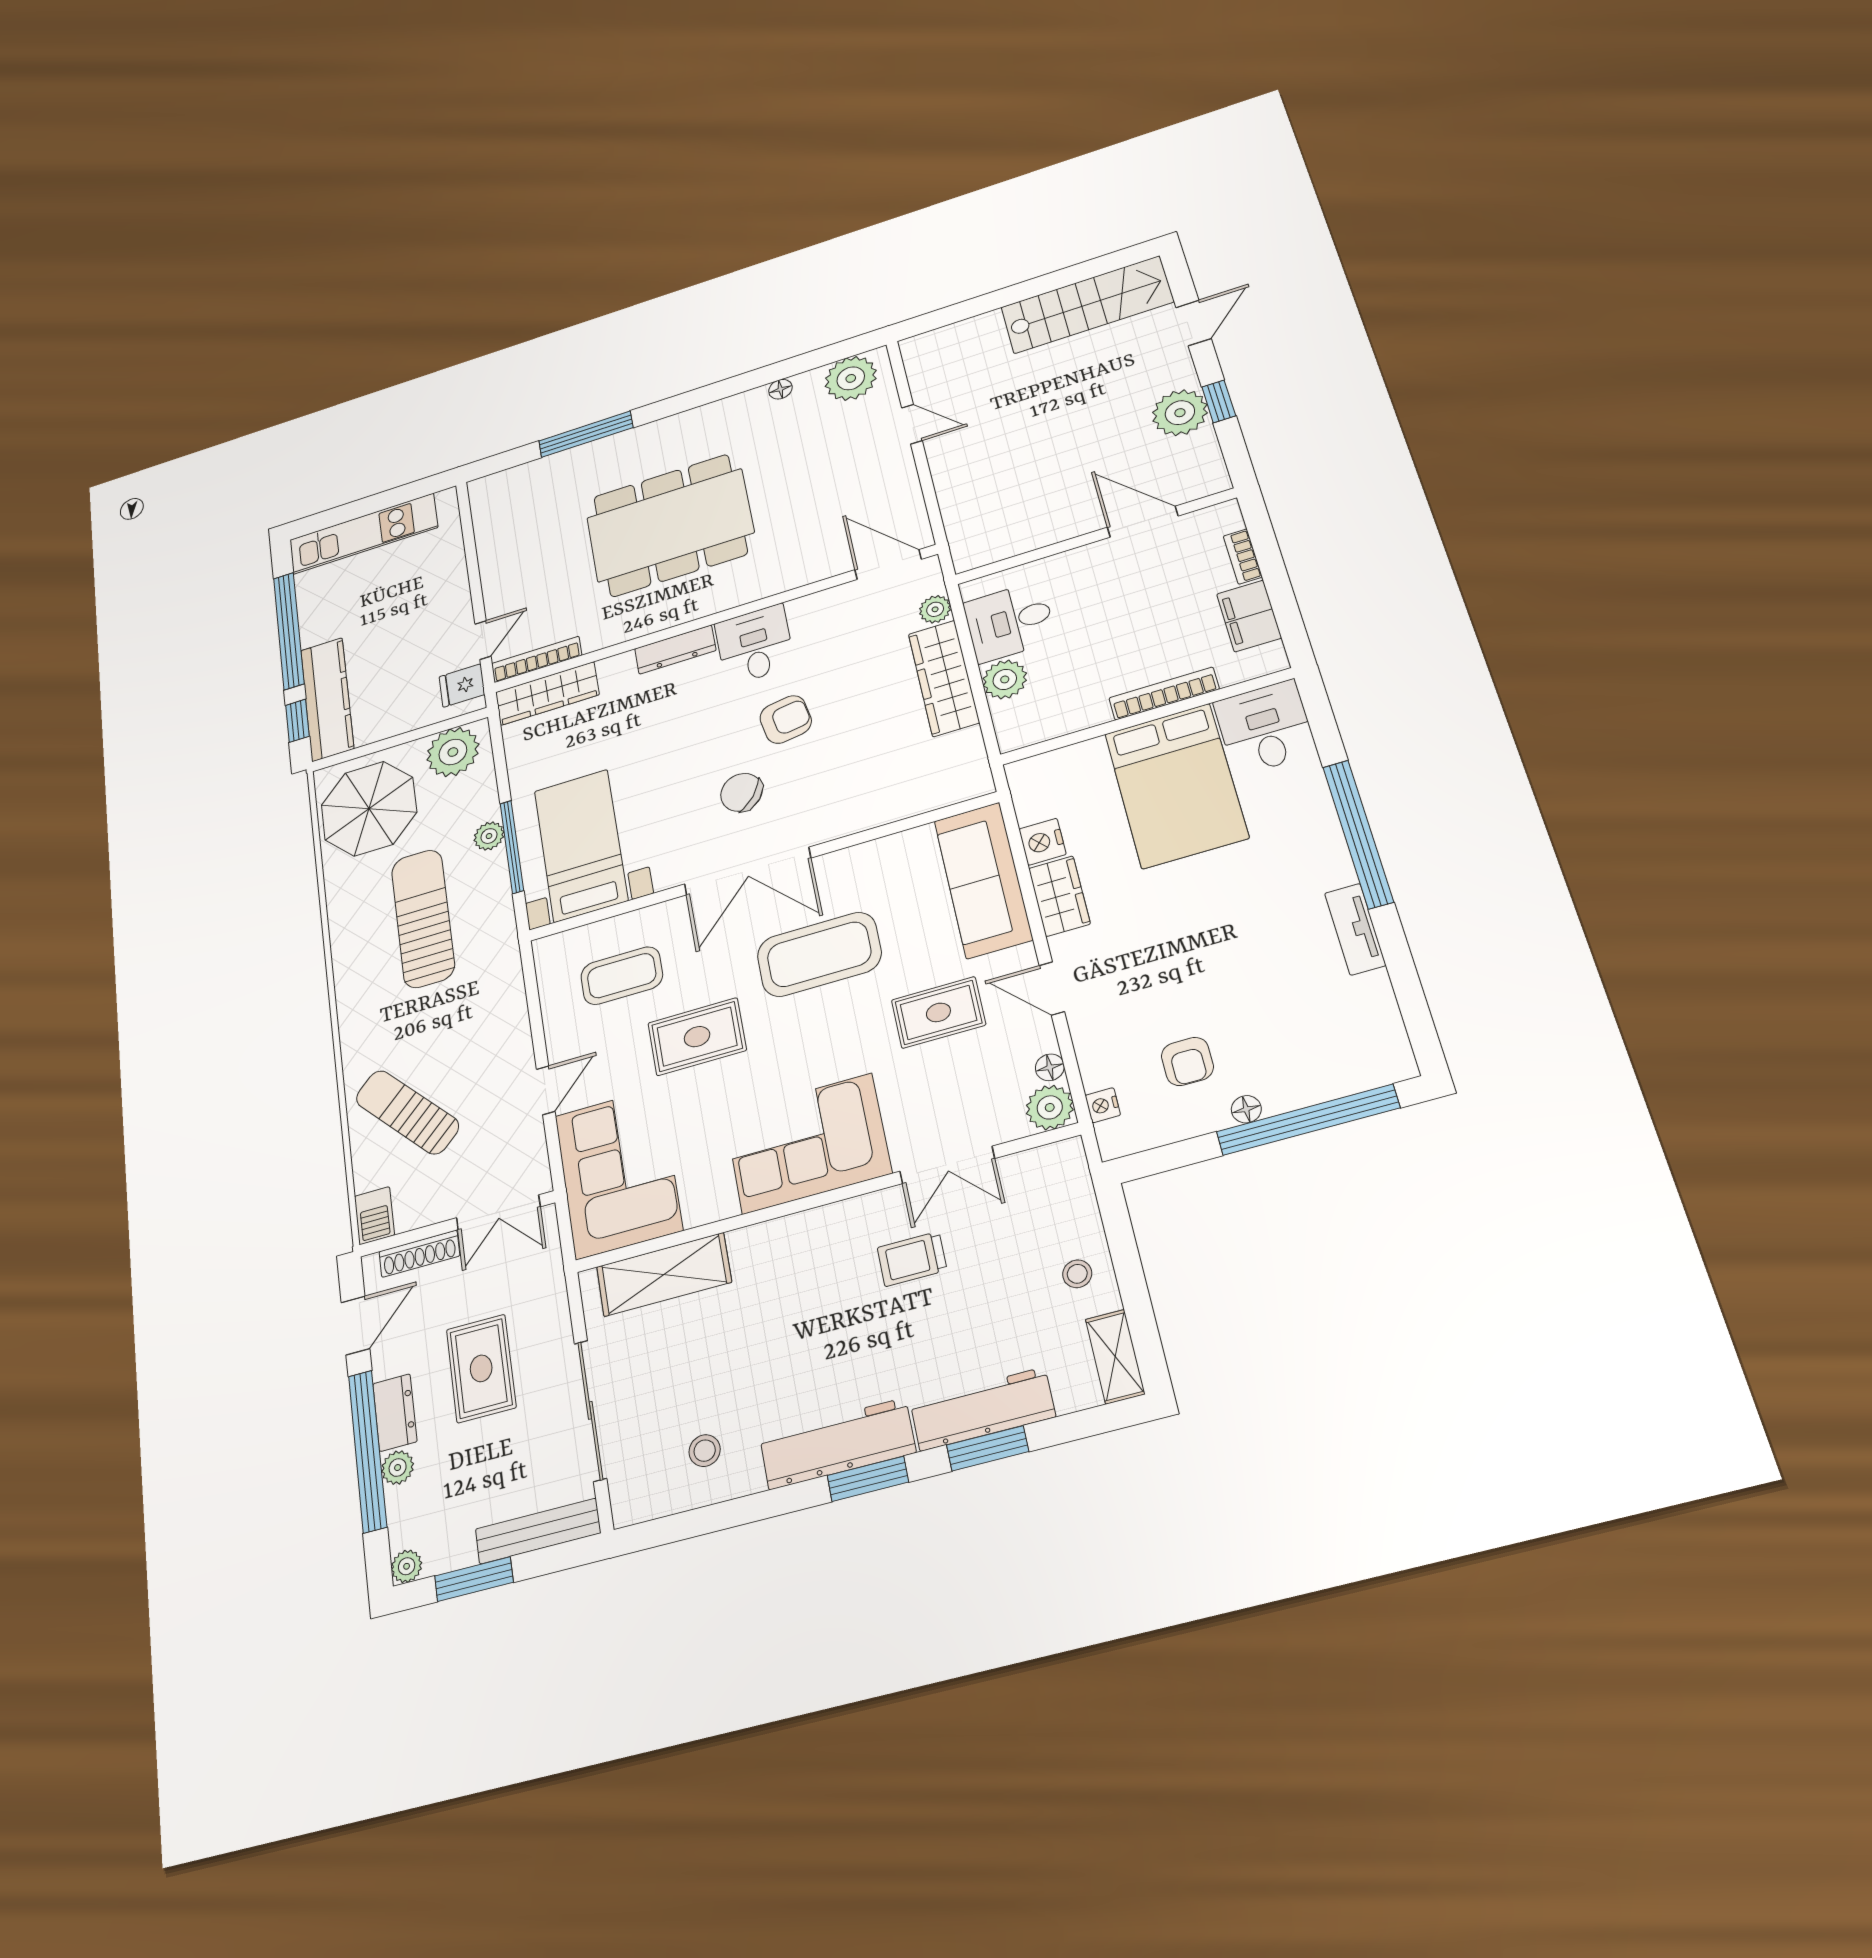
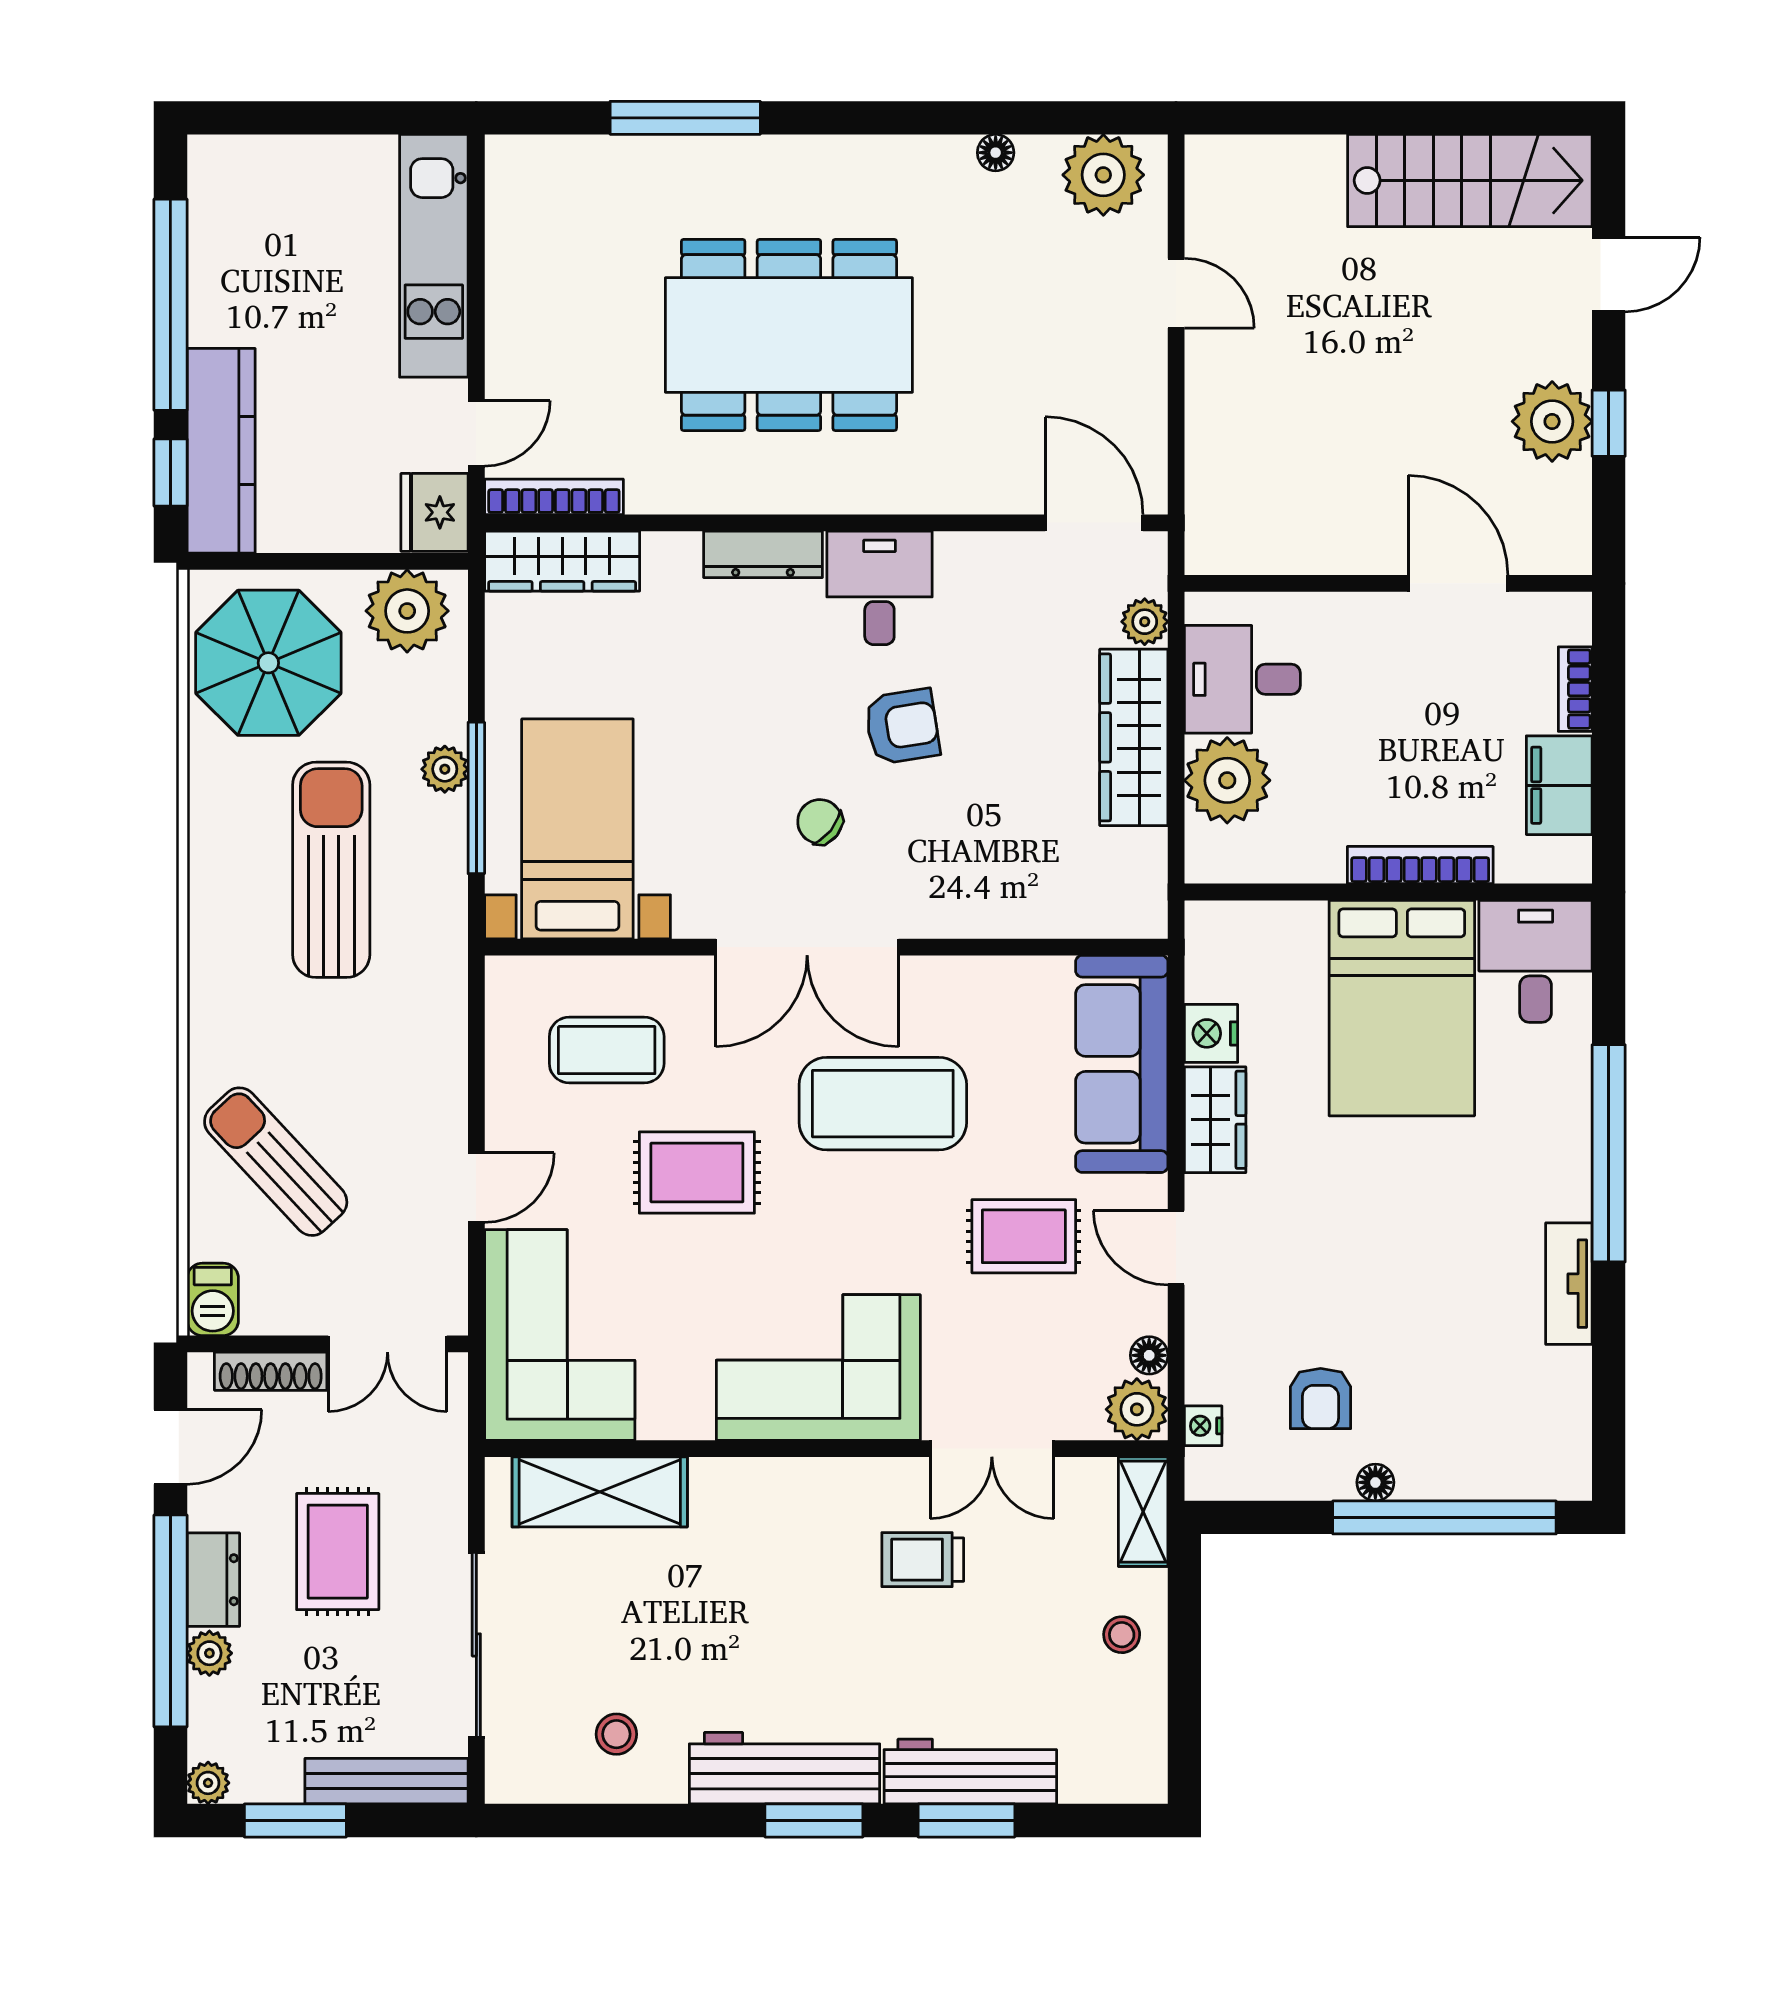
kitchen unit: (363, 534) -> (434, 256), moved, turned 90
plant: (1005, 679) -> (1227, 780), width x1.36, depth x1.36
fridge: (462, 686) -> (435, 512), width x1.38
chair: (742, 792) -> (820, 822), width x0.73, depth x0.73
shelving: (1115, 1357) -> (1143, 1512), moved

